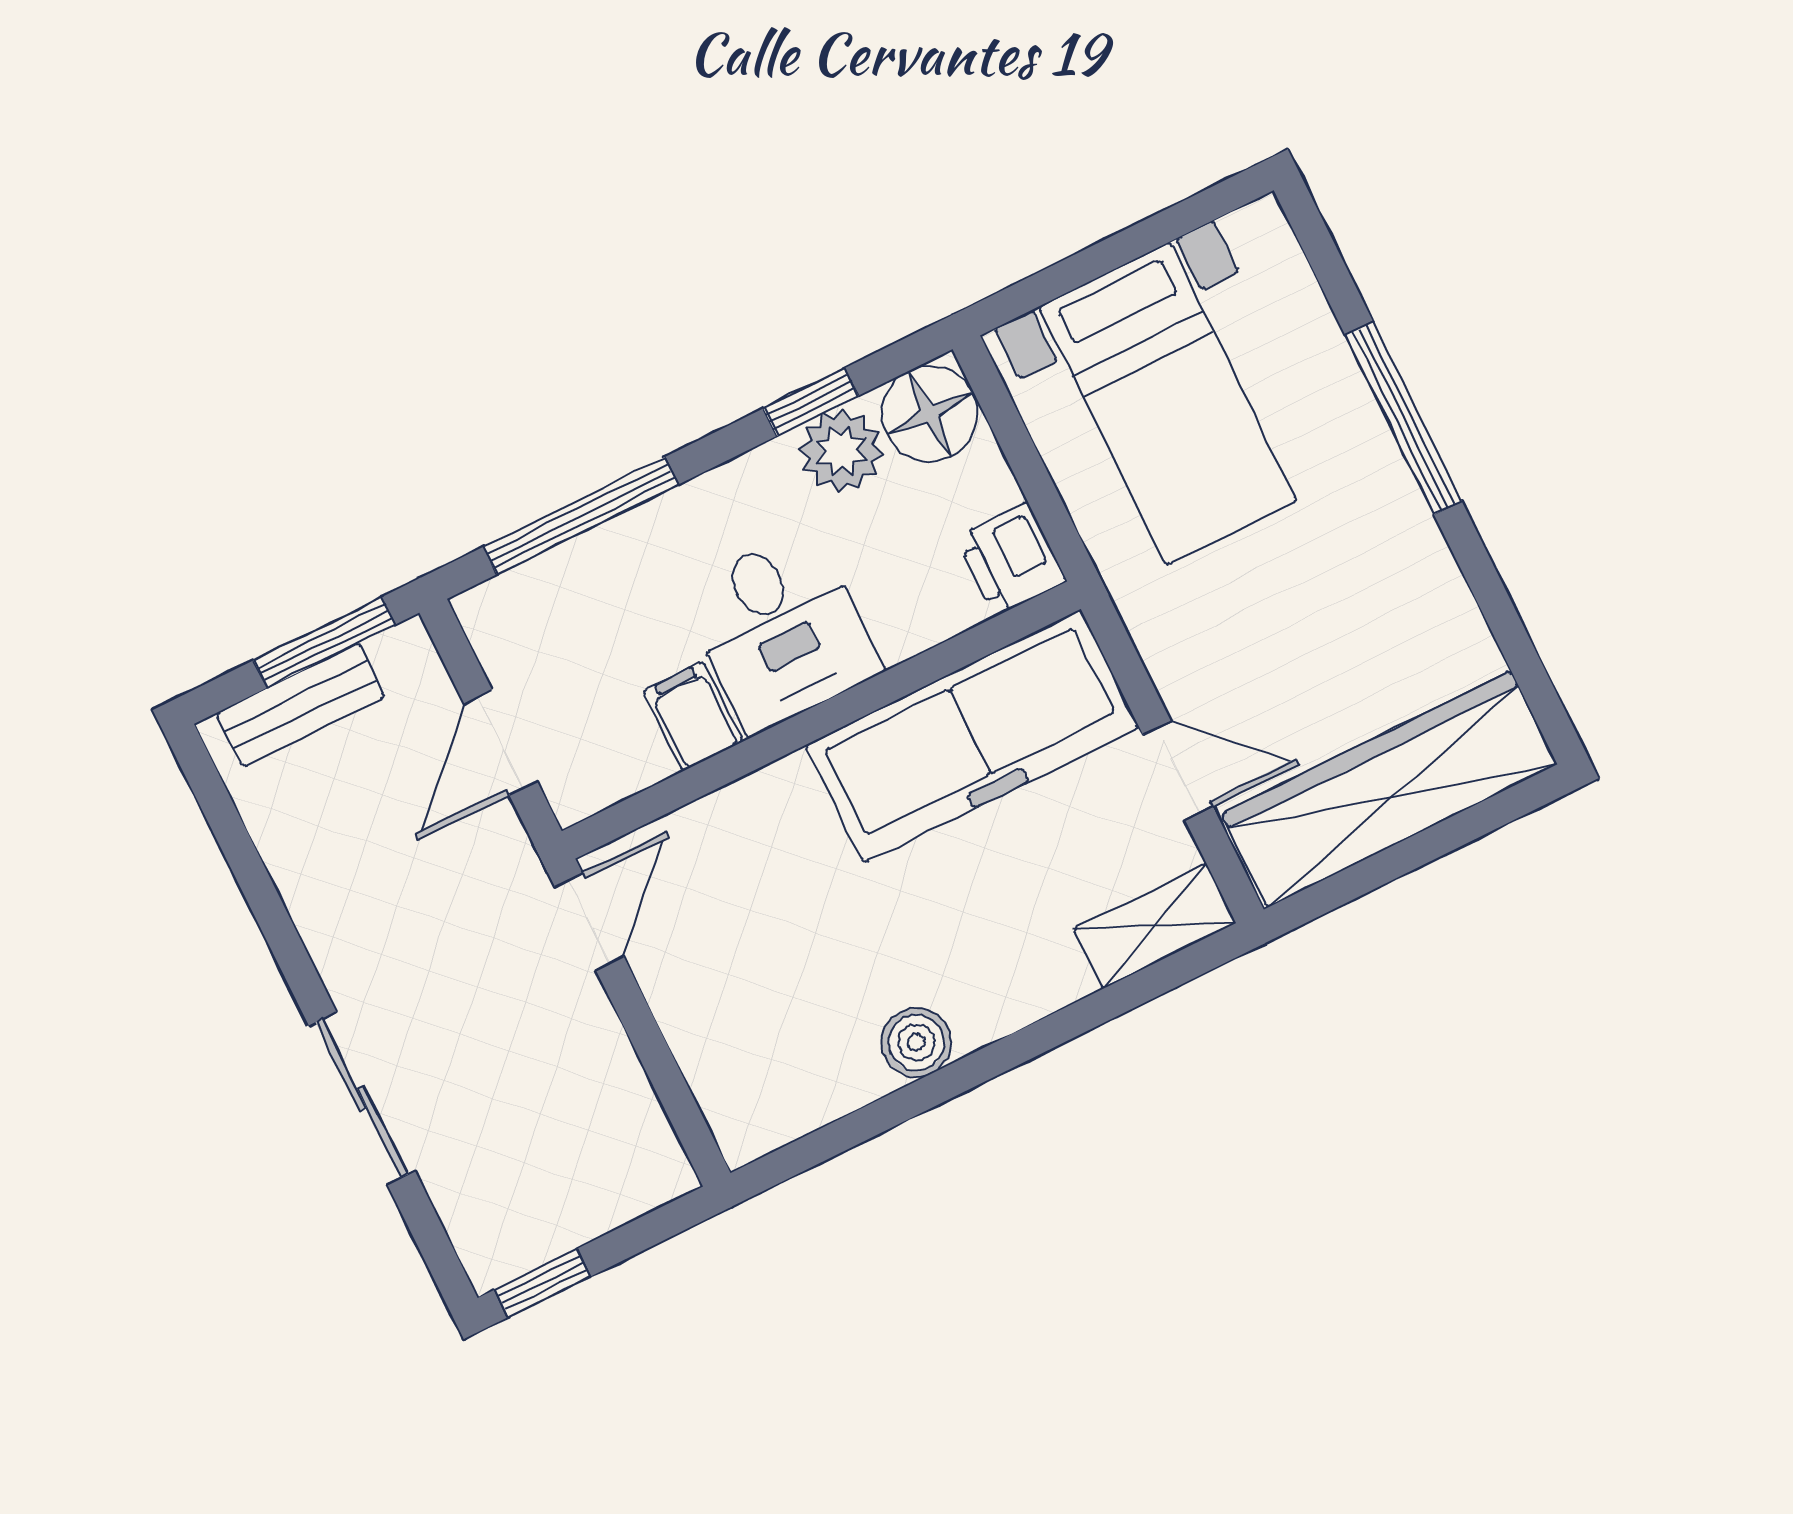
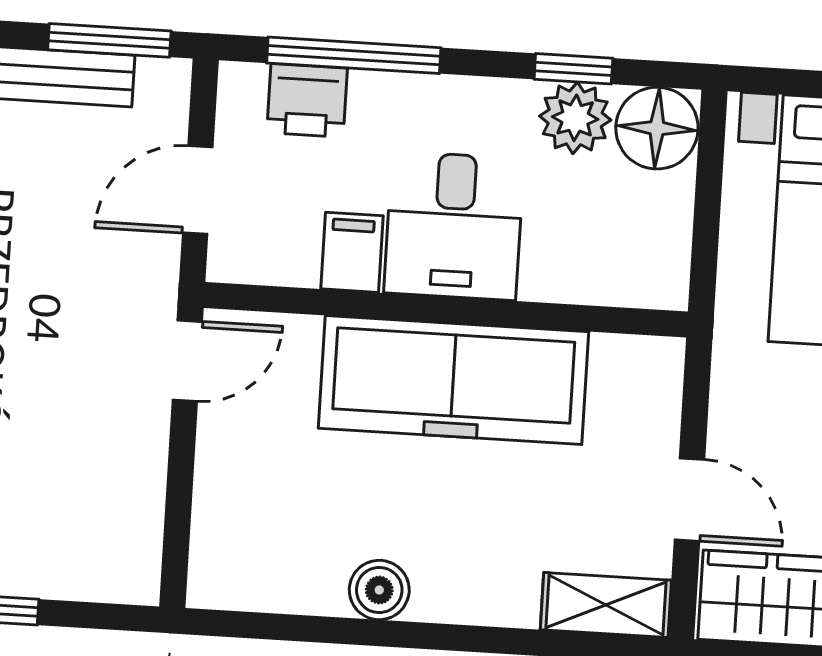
printer: (1011, 559) -> (307, 100), moved, turned -90
freezer: (972, 736) -> (453, 380), moved

